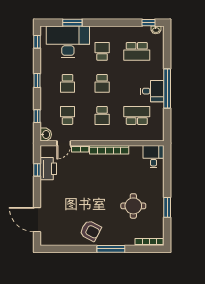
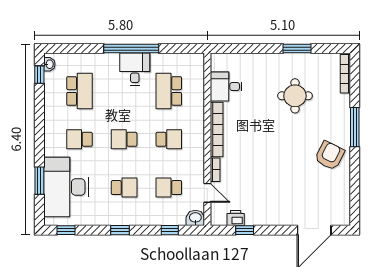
school desk: (102, 83) -> (124, 139), turned 180
desk: (154, 157) -> (226, 86), moved
printer: (48, 169) -> (236, 218), width x0.53, depth x0.68

